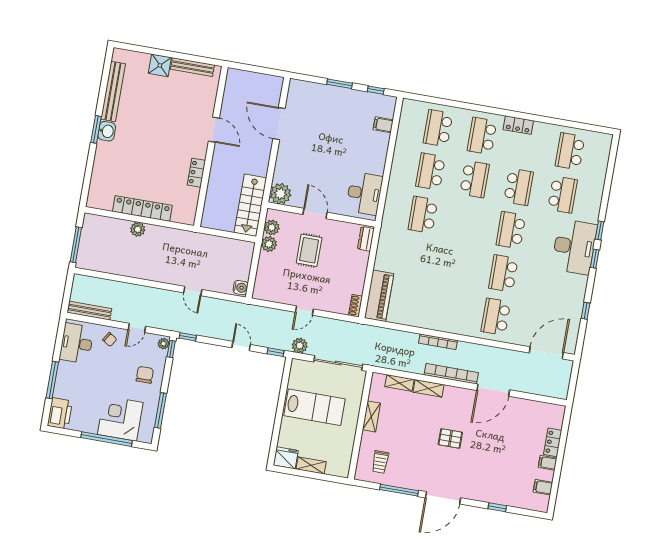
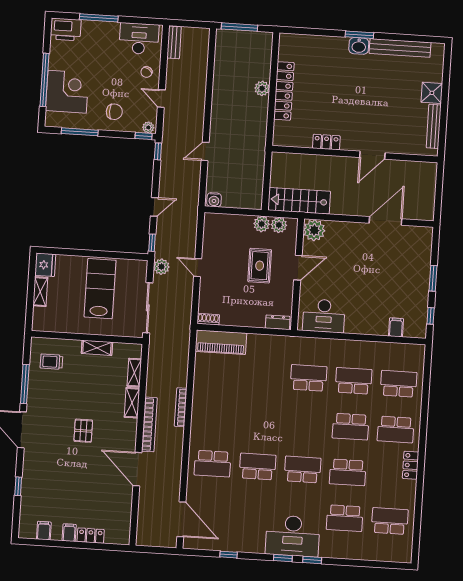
school desk: (482, 136) -> (396, 430), turned 180
rug: (309, 250) -> (260, 266), turned 90
bench: (90, 311) -> (174, 42), width x0.73
school desk: (496, 317) -> (213, 464), turned 180
lab bench: (314, 407) -> (100, 289), turned 180

